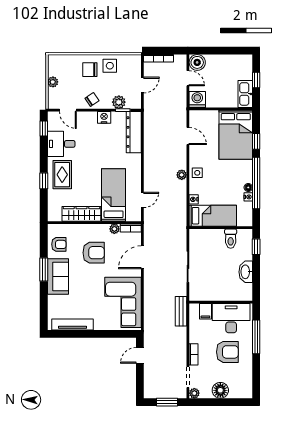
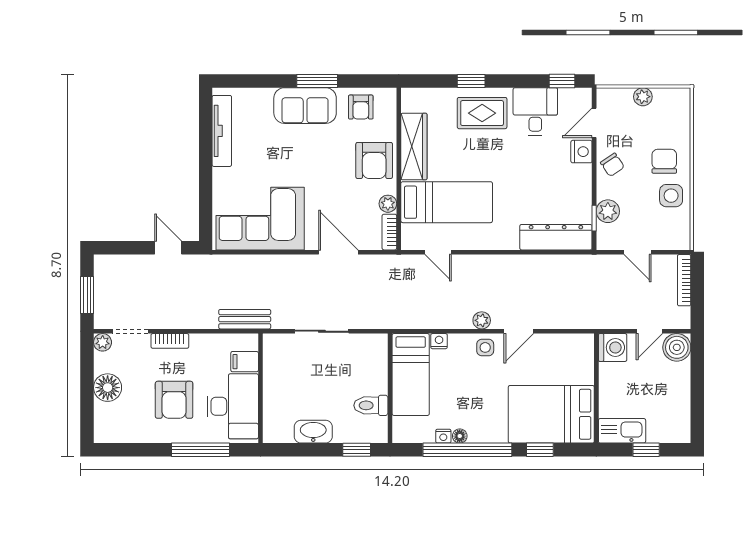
nightstand: (104, 117) -> (581, 152), moved
door: (188, 136) -> (519, 331), moved
armchair: (94, 253) -> (374, 160), moved

